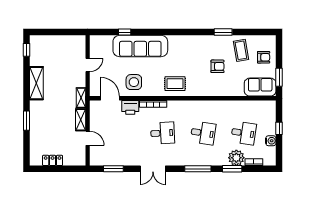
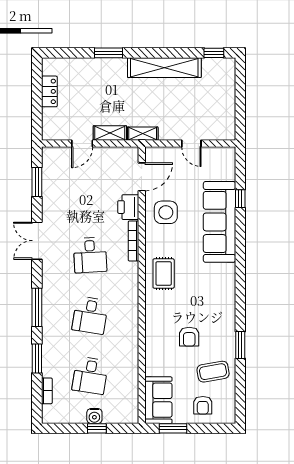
shelving: (36, 83) -> (164, 68), width x1.47
water cooler: (271, 141) -> (94, 416), moved
plant: (236, 158) -> (53, 365), removed

